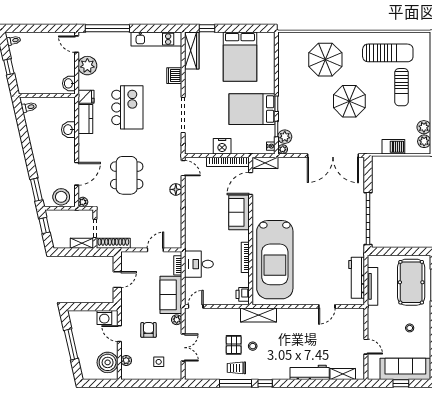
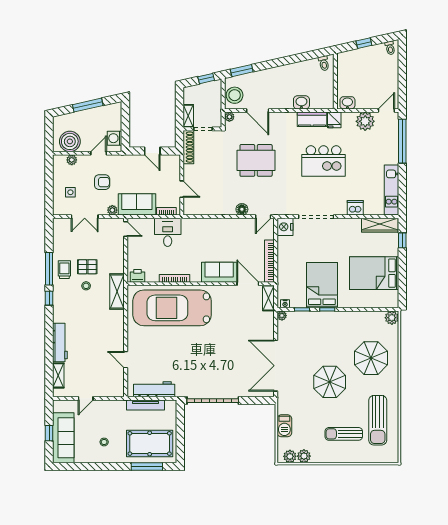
plant: (285, 137) -> (392, 318), moved
nightstand: (222, 146) -> (285, 227), moved

